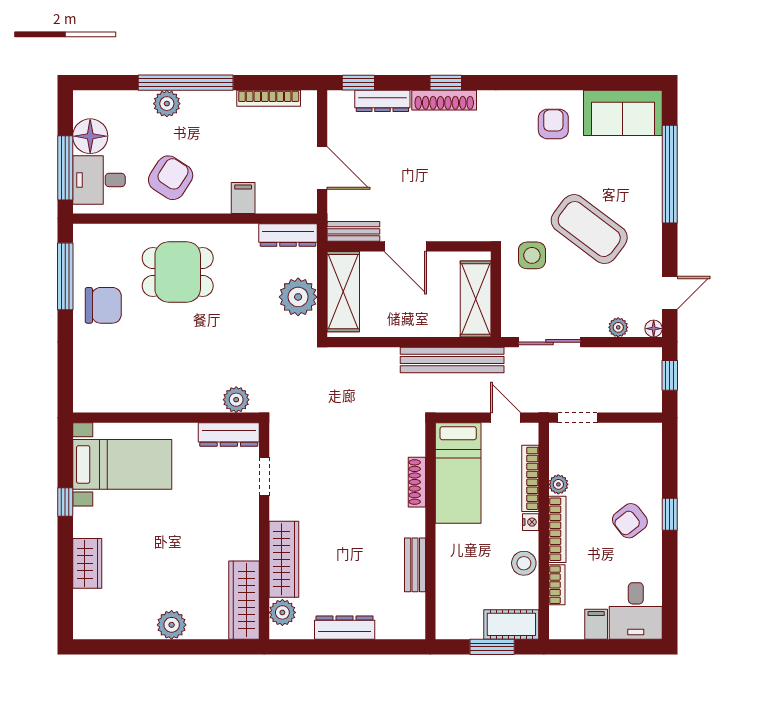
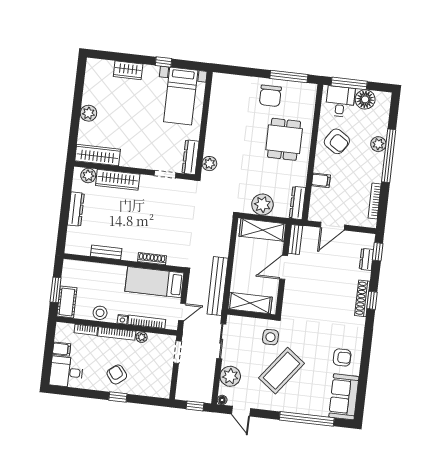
dresser: (382, 101) -> (366, 259), width x0.70
plant: (618, 327) -> (230, 376), width x1.87, depth x1.87

